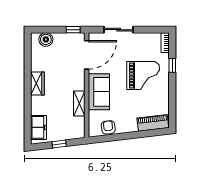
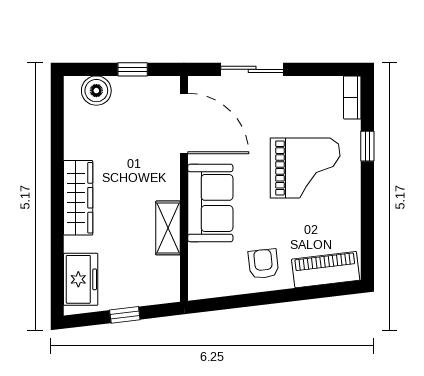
window: (73, 30) -> (133, 69), moved
door: (87, 55) -> (184, 124), hinge flipped
wardrobe: (37, 84) -> (78, 198), width x1.50
armchair: (108, 127) -> (263, 264), moved

